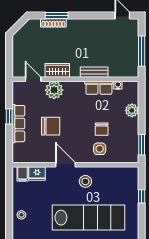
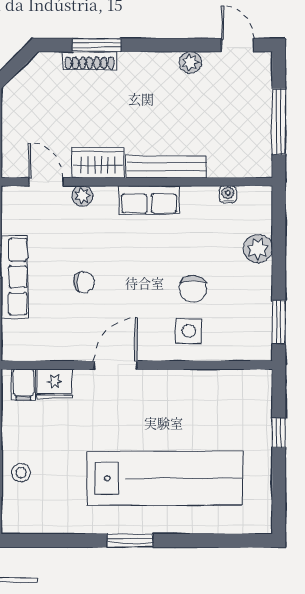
plant: (100, 24) -> (190, 62), added
bench: (94, 72) -> (166, 167), width x1.36
row of seats: (99, 88) -> (149, 200), moved
plant: (54, 90) -> (82, 196), width x0.53, depth x0.53
chair: (51, 126) -> (84, 282), width x0.54, depth x0.54
door: (66, 165) -> (116, 365), hinge flipped
stool: (85, 181) -> (158, 401), removed

